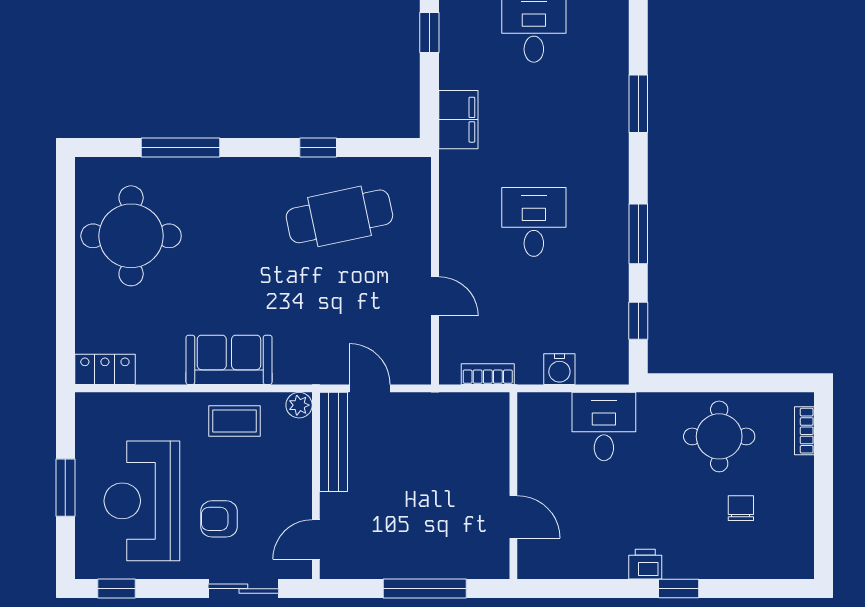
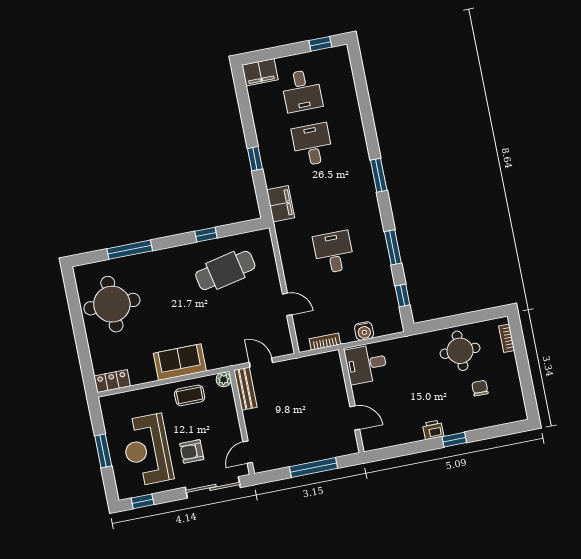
desk: (604, 427) -> (366, 364), moved, turned -90
bench: (333, 442) -> (245, 389), width x0.73
sliding door: (243, 589) -> (213, 487), width x1.37

